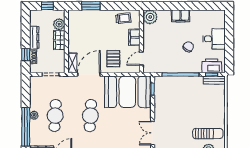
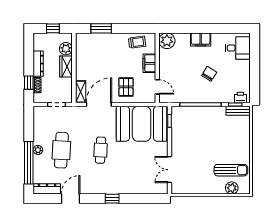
desk: (214, 39) -> (238, 48), moved
door: (141, 59) -> (157, 87), swing flipped
printer: (212, 66) -> (240, 98), width x0.53, depth x0.68
cafe table: (90, 116) -> (101, 150), width x0.73, depth x0.74

